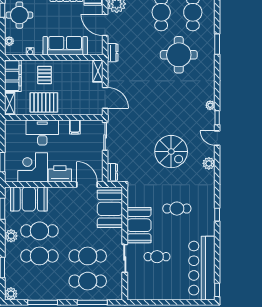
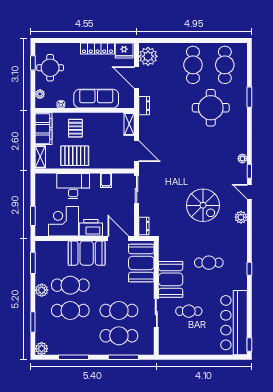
booth: (29, 199) -> (87, 253), moved

